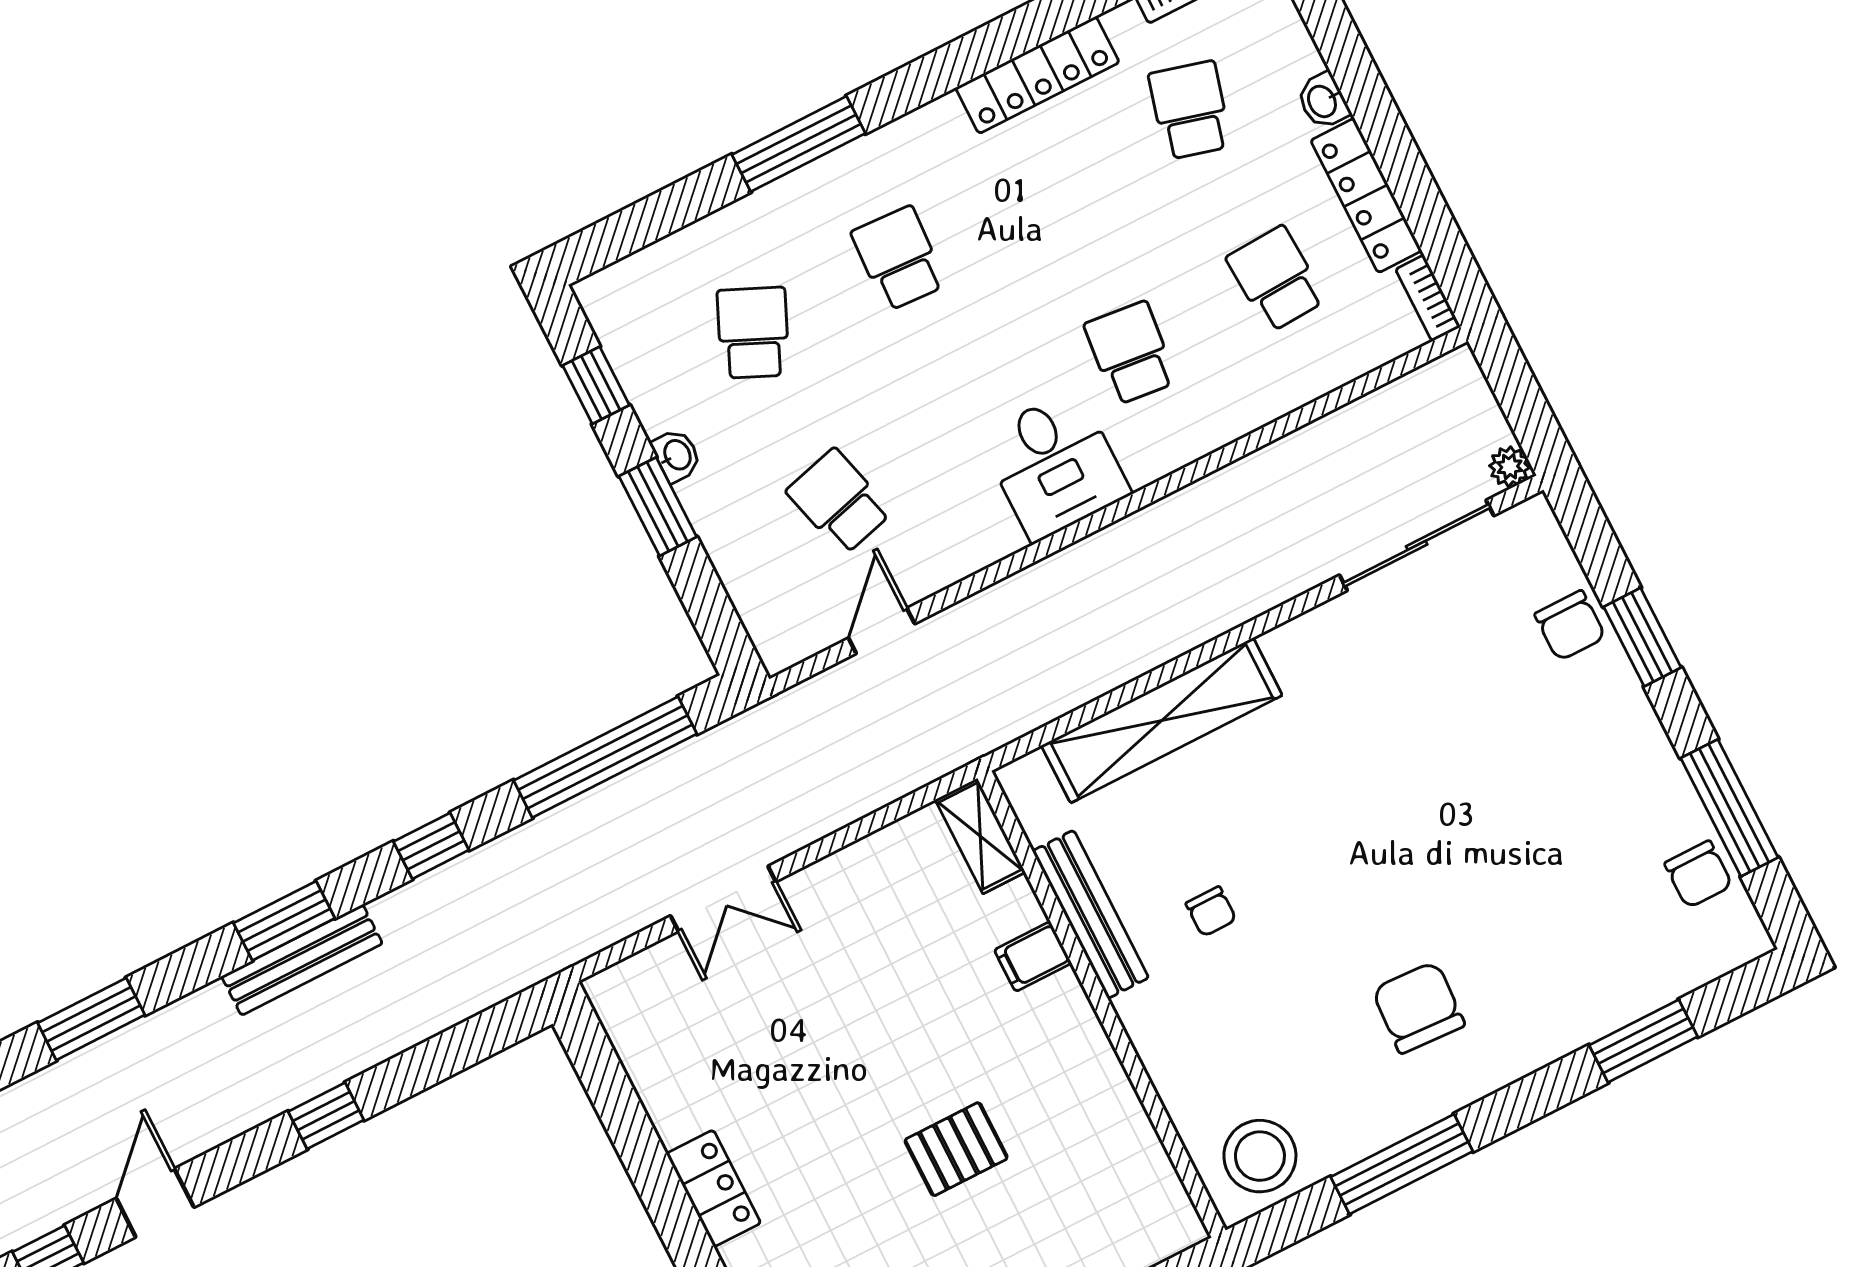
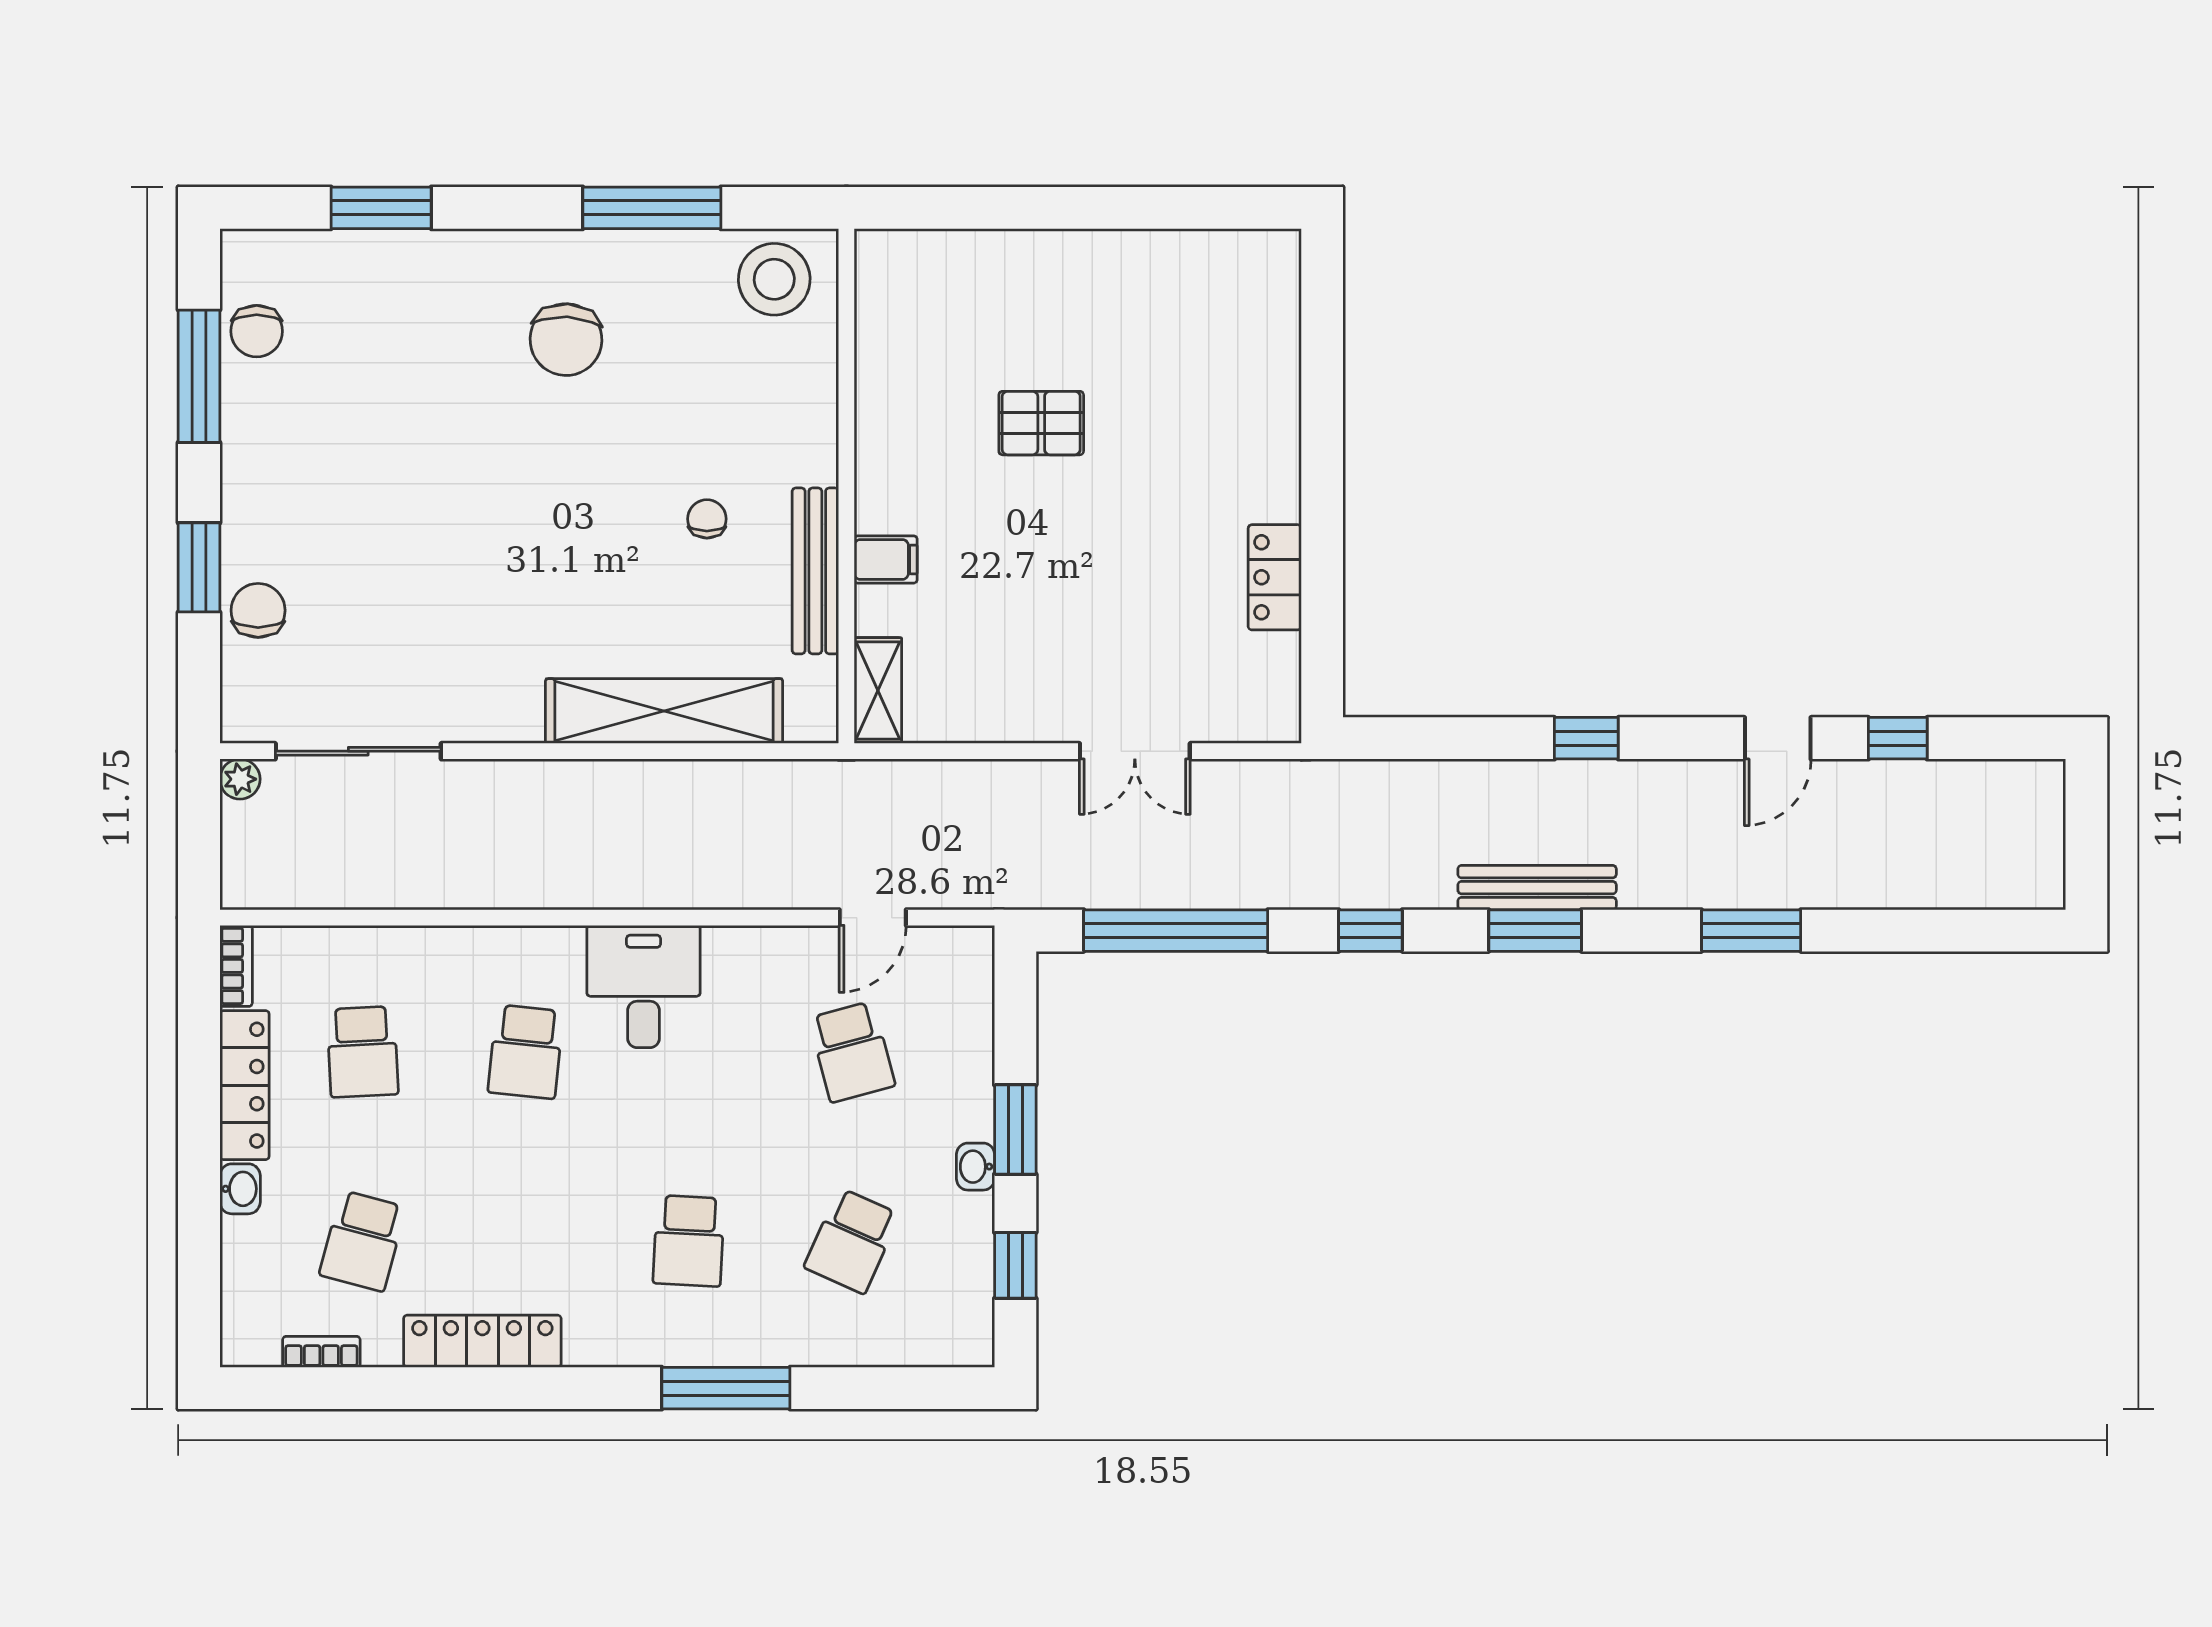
chair: (1698, 874) -> (257, 331), turned 180
double door: (723, 899) -> (1135, 751), swing flipped
locker: (713, 1188) -> (1275, 577), moved

